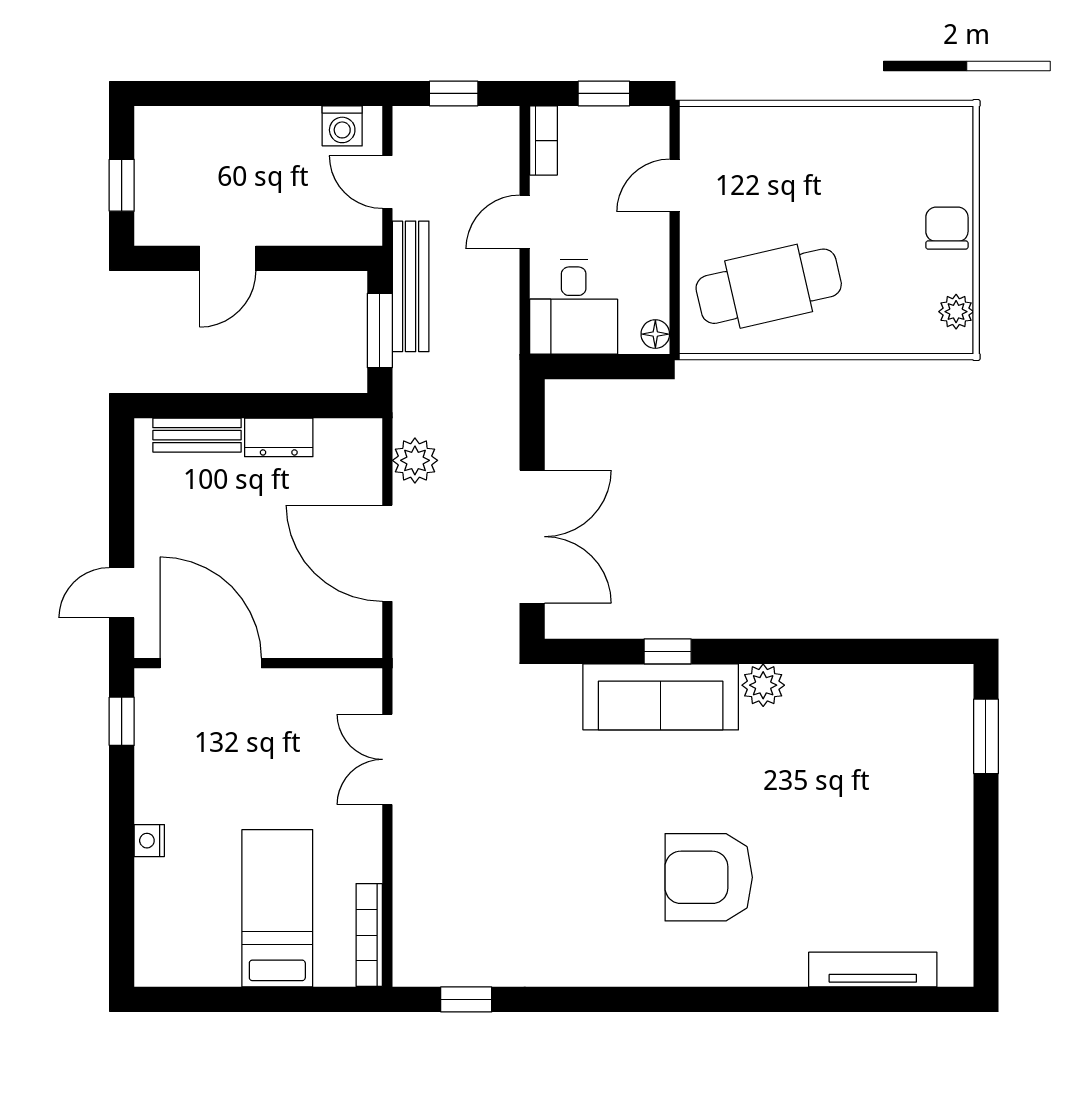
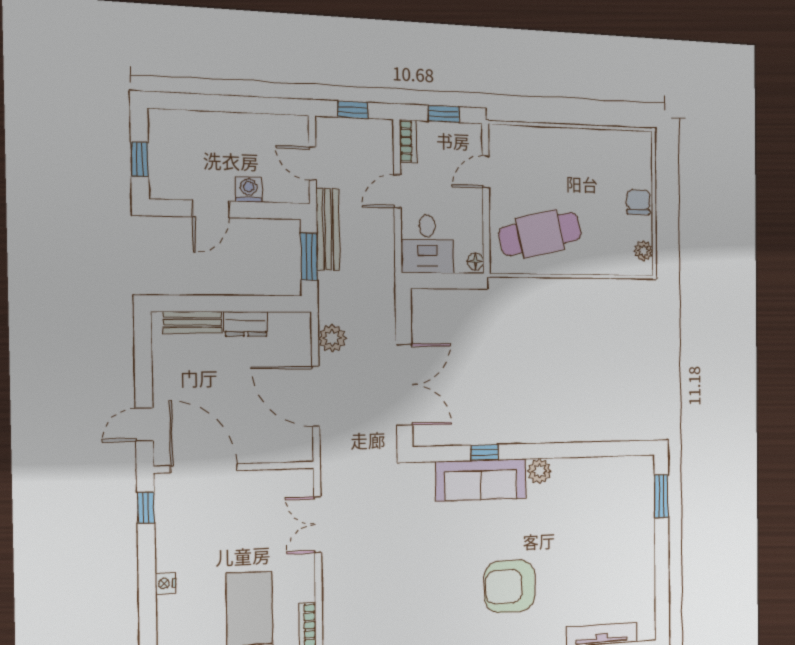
washing machine: (342, 126) -> (249, 189), moved, turned 180

